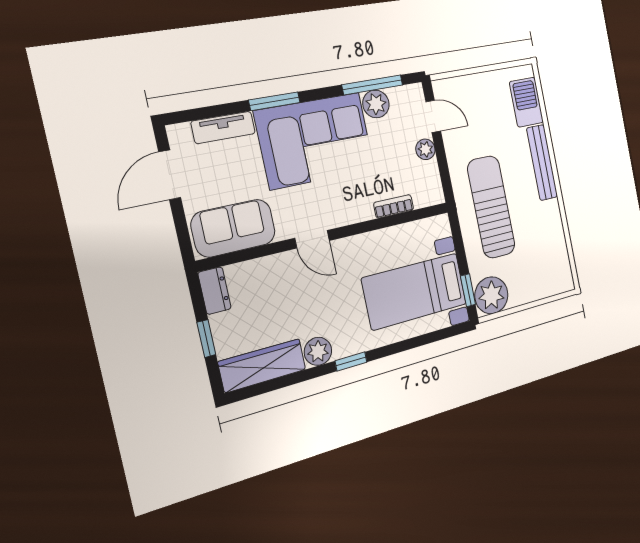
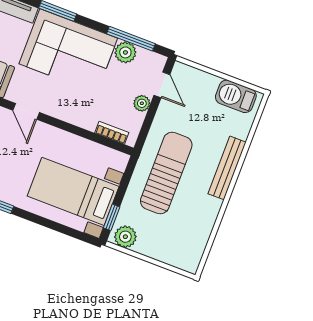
barbecue: (526, 102) -> (236, 96), moved, turned -90
bookcase: (394, 206) -> (112, 133), moved
plant: (491, 295) -> (125, 237), width x0.73, depth x0.73

